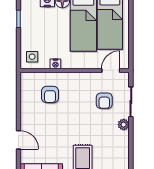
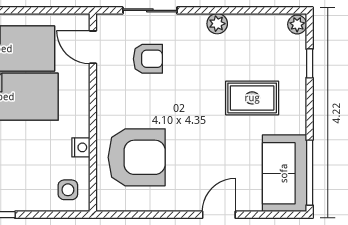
armchair: (50, 95) -> (137, 157), width x1.88, depth x1.88
plant: (124, 125) -> (217, 24), moved

